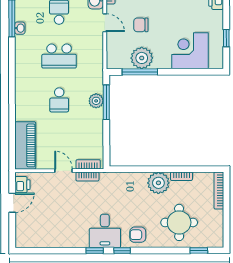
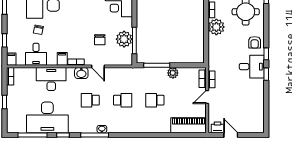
door: (105, 23) -> (98, 66), swing flipped
school desk: (59, 56) -> (123, 100), width x0.54
school desk: (59, 100) -> (155, 100), turned 180
plant: (96, 101) -> (173, 73), moved

